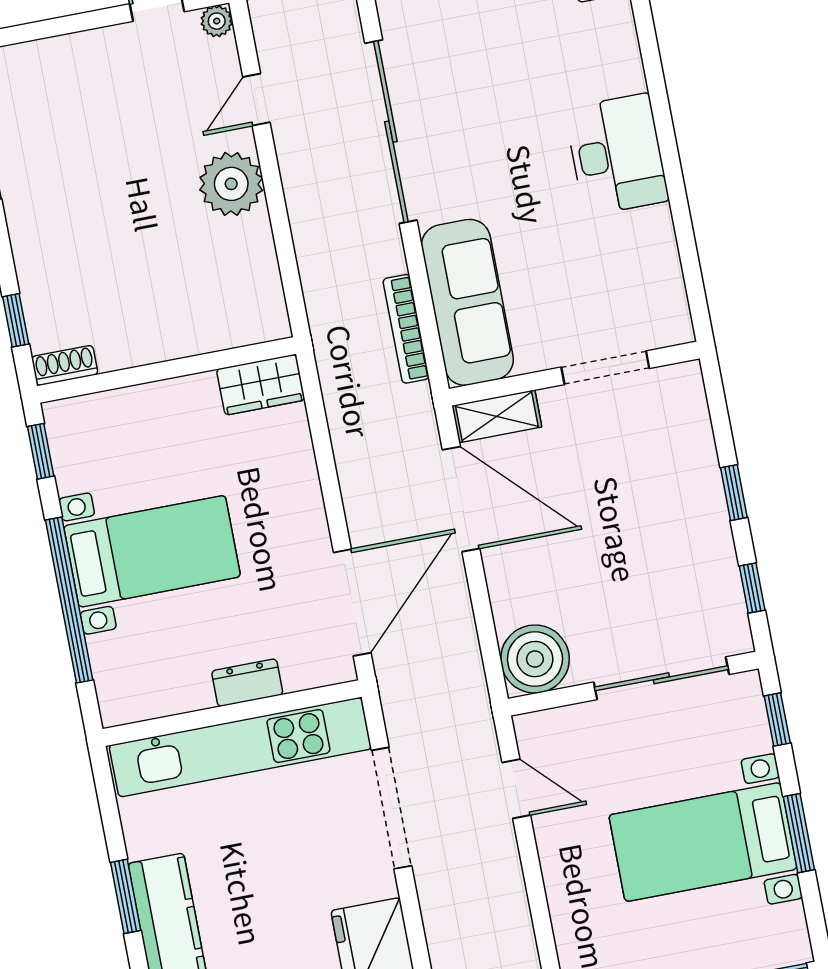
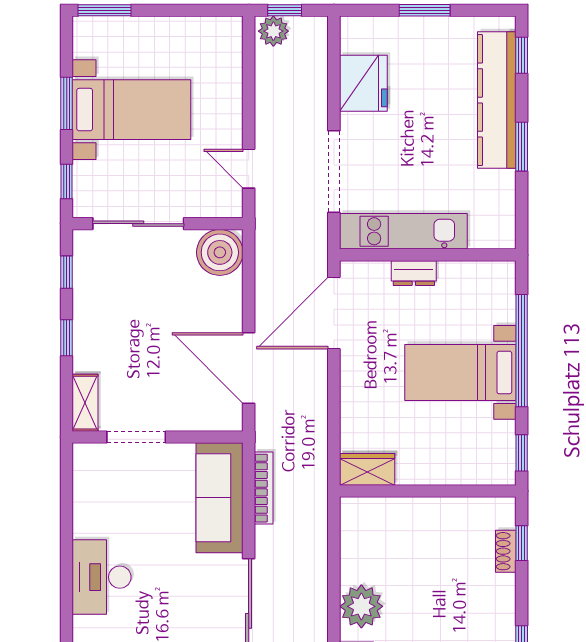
shoe rack: (65, 365) -> (506, 551), moved, turned 90
shelving: (497, 416) -> (85, 403), moved, turned 90
kitchen unit: (240, 747) -> (403, 231), width x0.73

